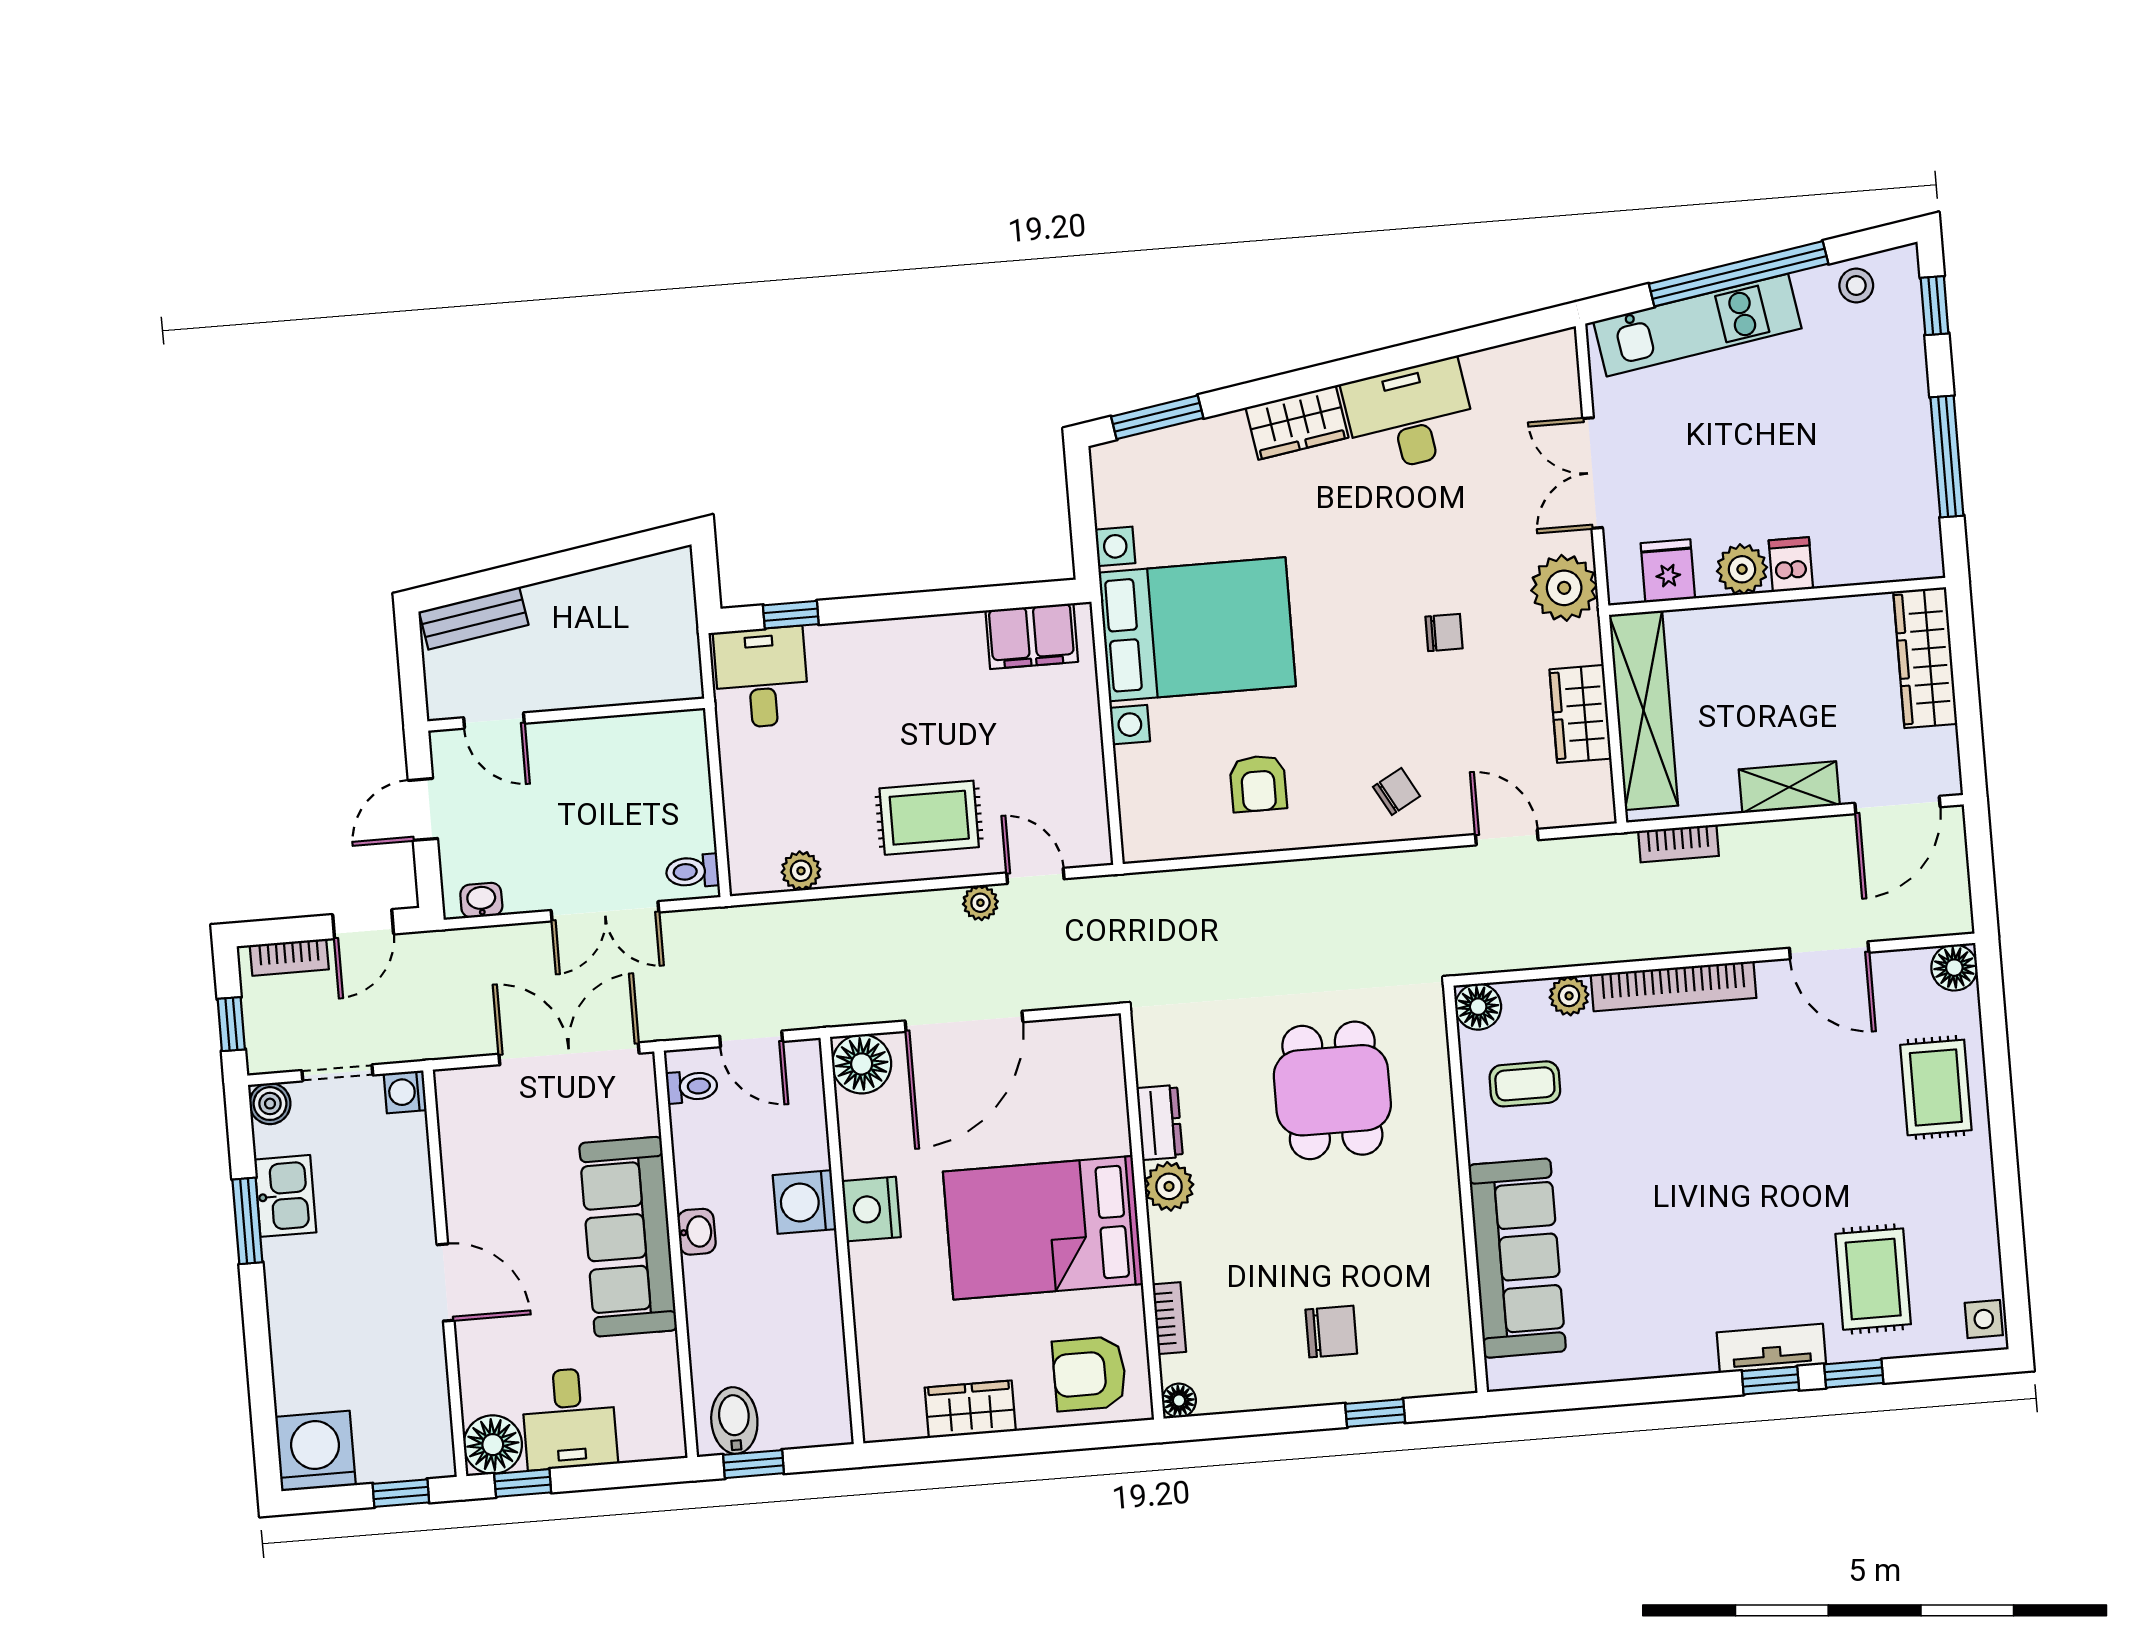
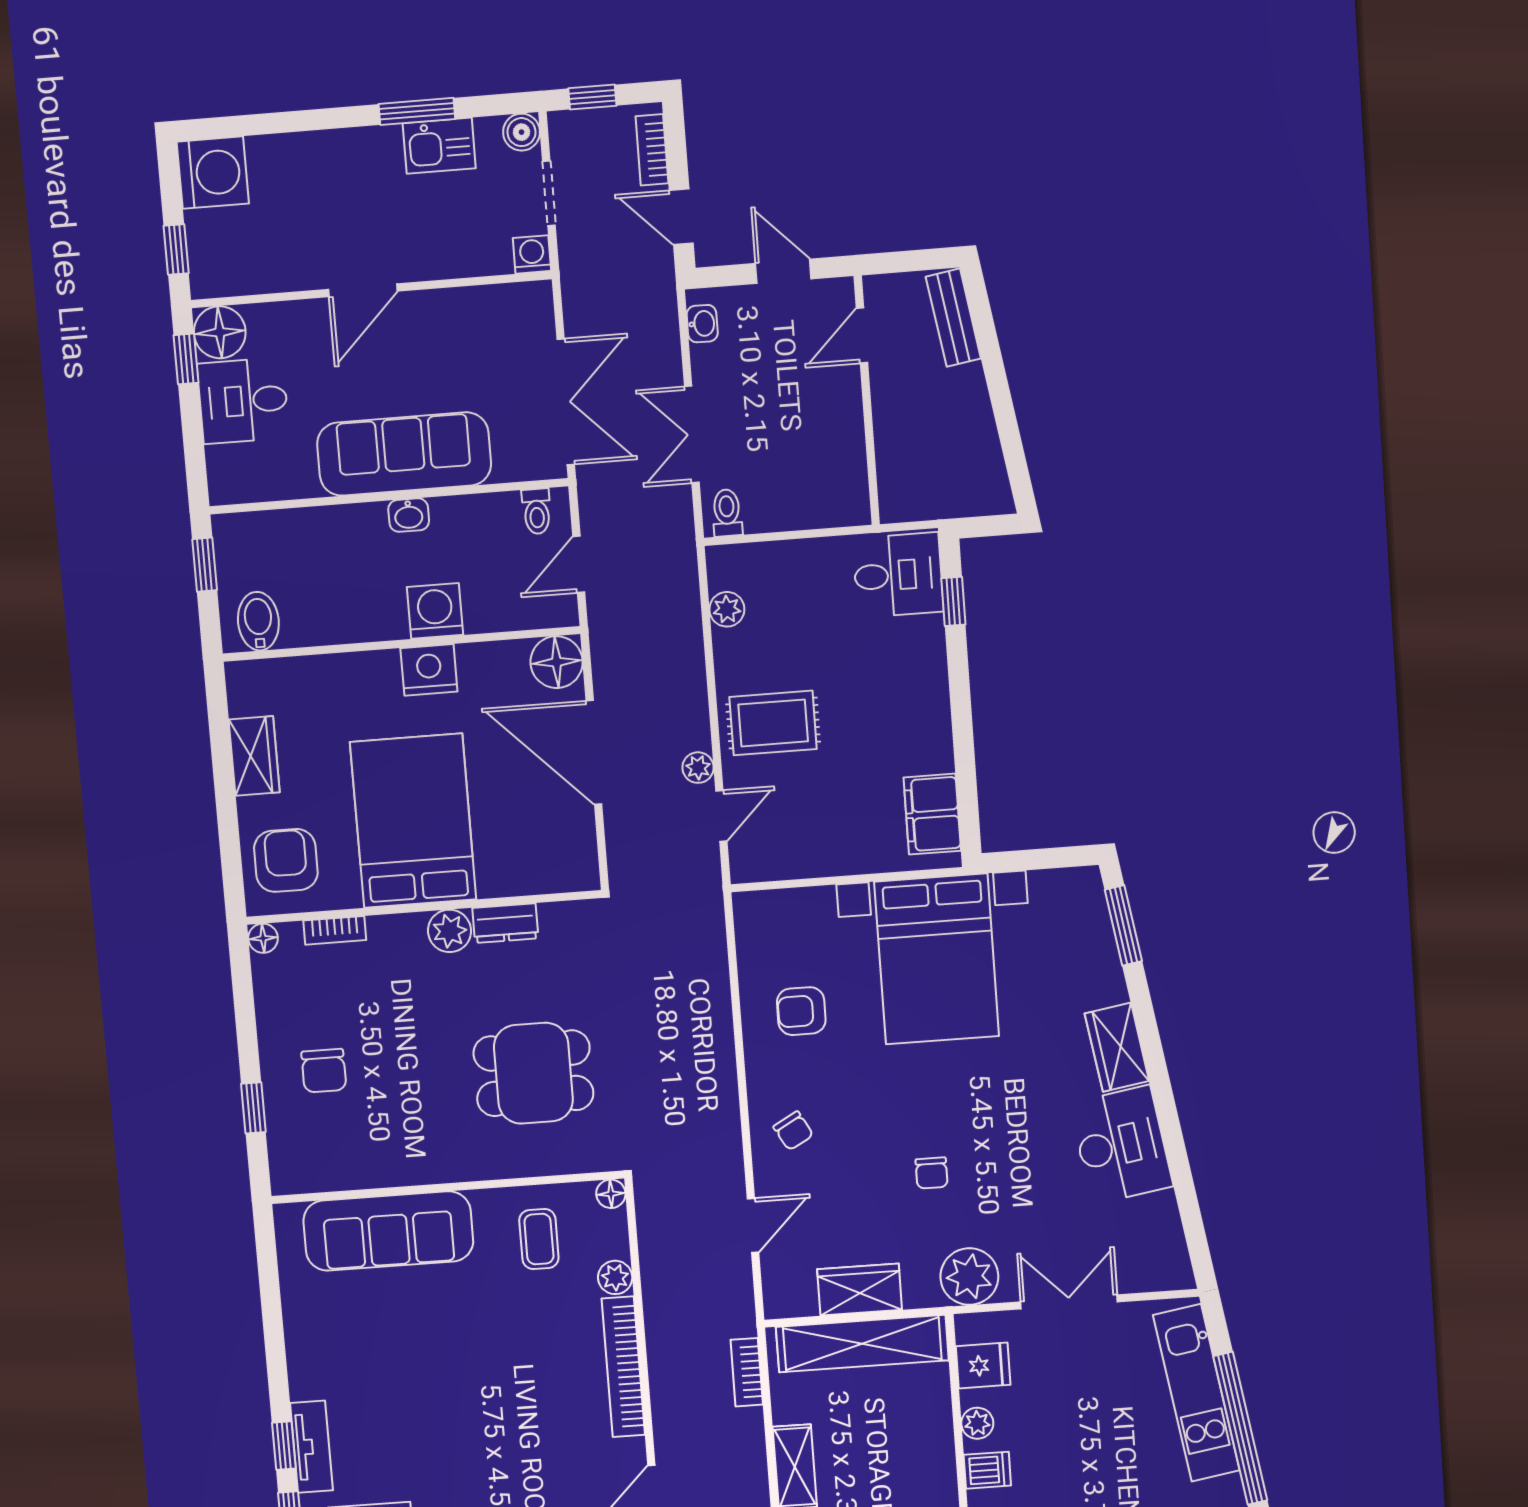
plant: (1742, 569) -> (977, 1423), width x0.73, depth x0.73
rug: (929, 818) -> (773, 723), turned 90
floor lamp: (1478, 1007) -> (611, 1194), width x0.73, depth x0.73
bidet: (734, 1421) -> (258, 621), moved, turned -90

